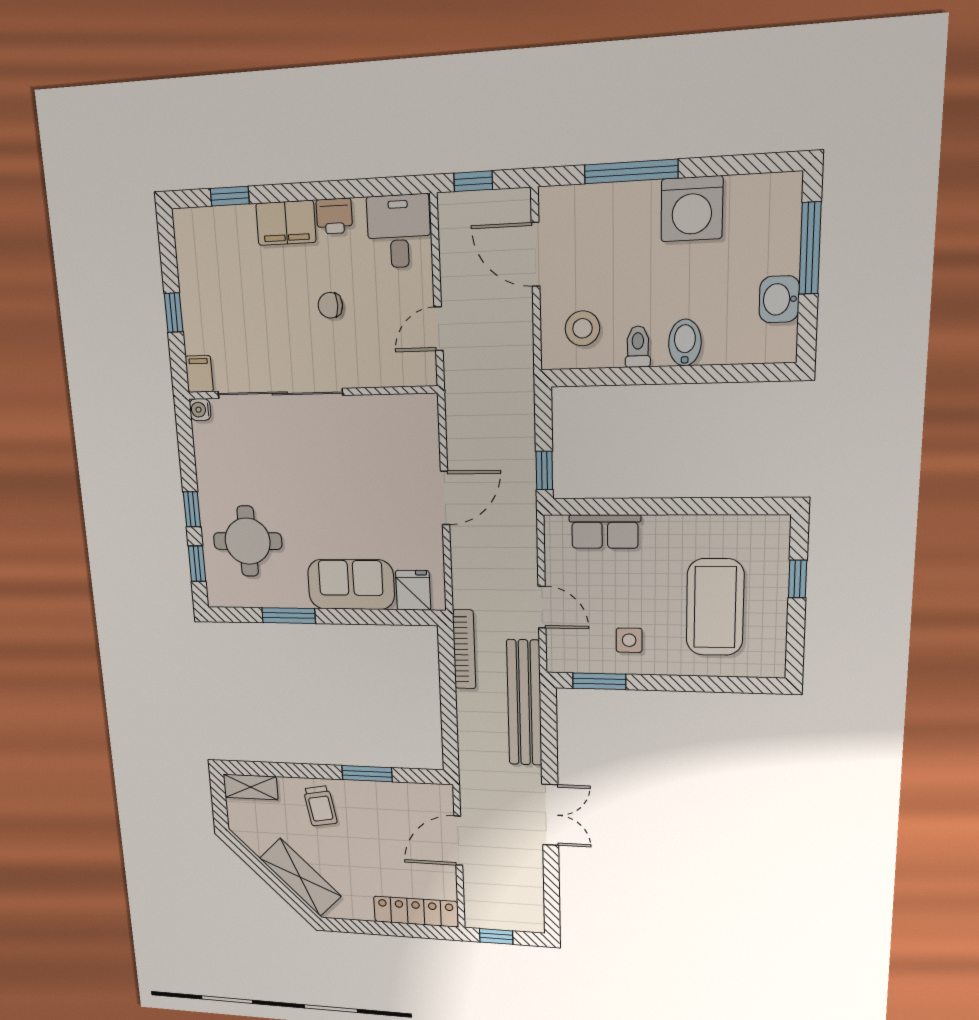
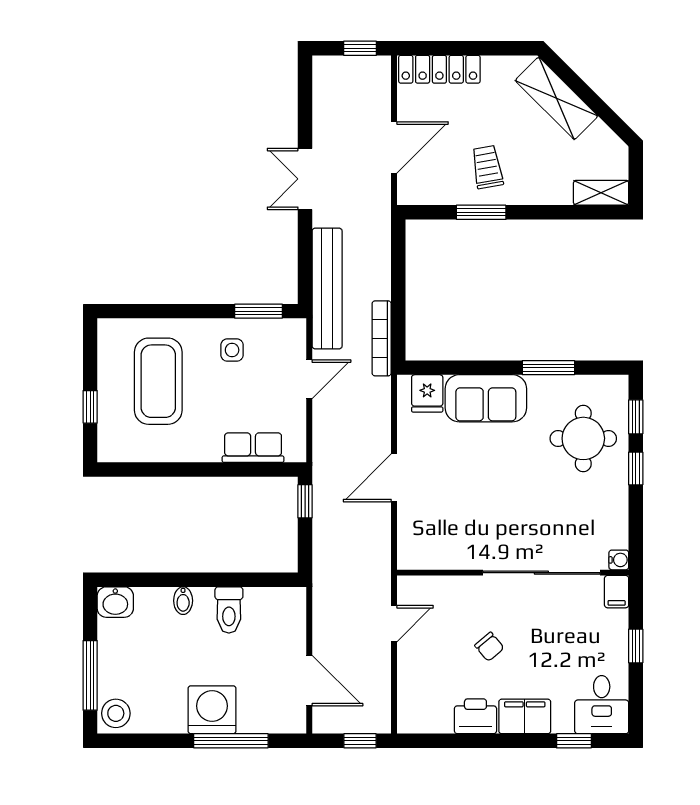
washing machine: (692, 209) -> (212, 710), moved
printer: (334, 216) -> (475, 716), width x1.36, depth x1.24
desk: (399, 231) -> (602, 705), moved
washbasin: (779, 299) -> (115, 602), moved, turned 90
chair: (330, 305) -> (489, 647), turned 50
stool: (582, 328) -> (116, 713), moved
bidet: (685, 343) -> (183, 601), width x0.72, depth x0.74
toilet: (638, 347) -> (229, 610), width x1.37, depth x1.39
door: (542, 607) -> (309, 379), swing flipped
trolley: (320, 806) -> (487, 167), moved

